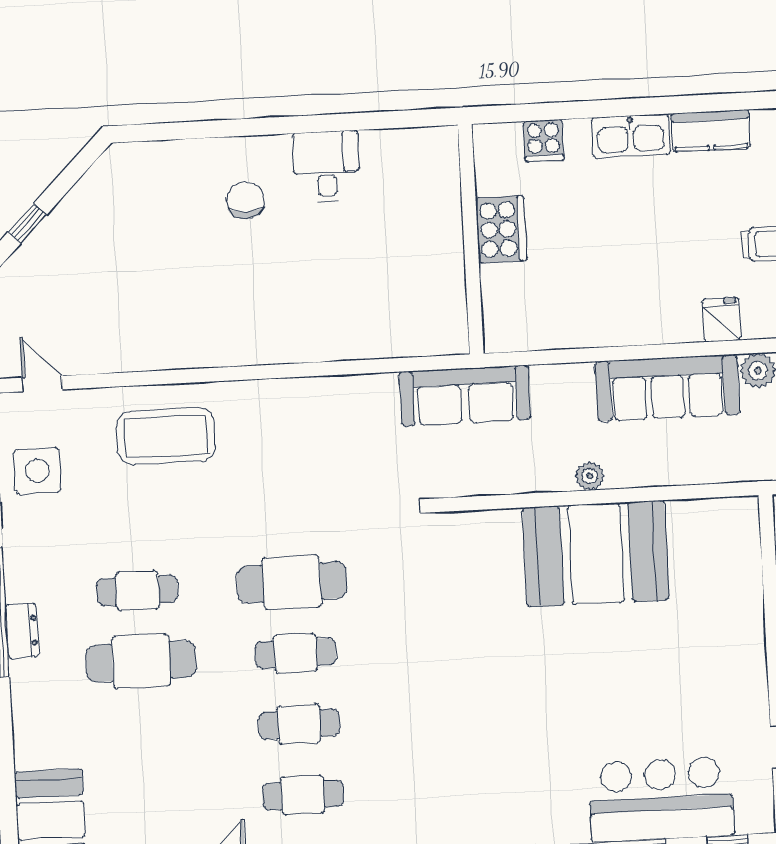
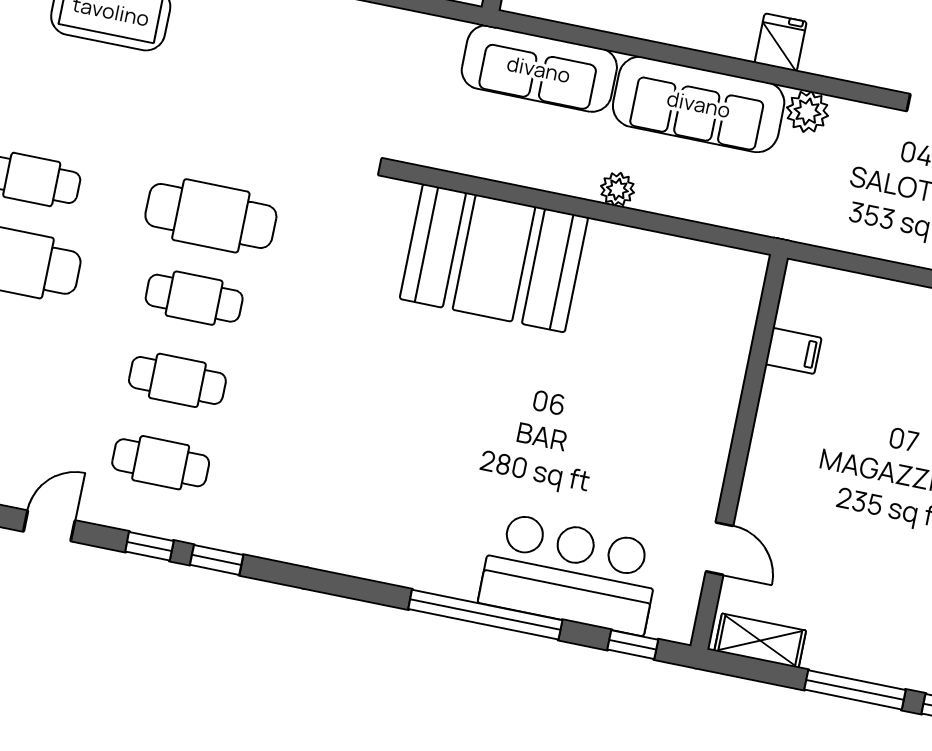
sofa: (465, 396) -> (539, 69), moved
plant: (590, 476) -> (617, 189), moved
booth: (596, 554) -> (494, 258), moved

